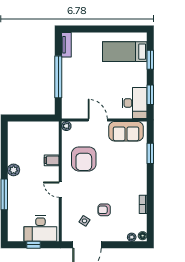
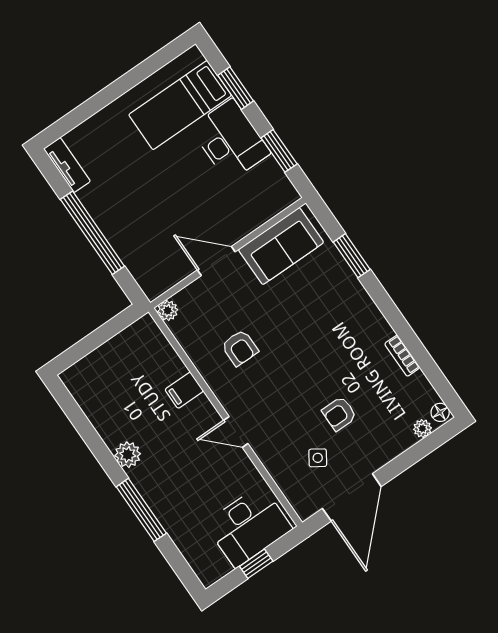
desk: (135, 103) -> (230, 140), moved
armchair: (84, 159) -> (240, 348), width x0.53, depth x0.53

